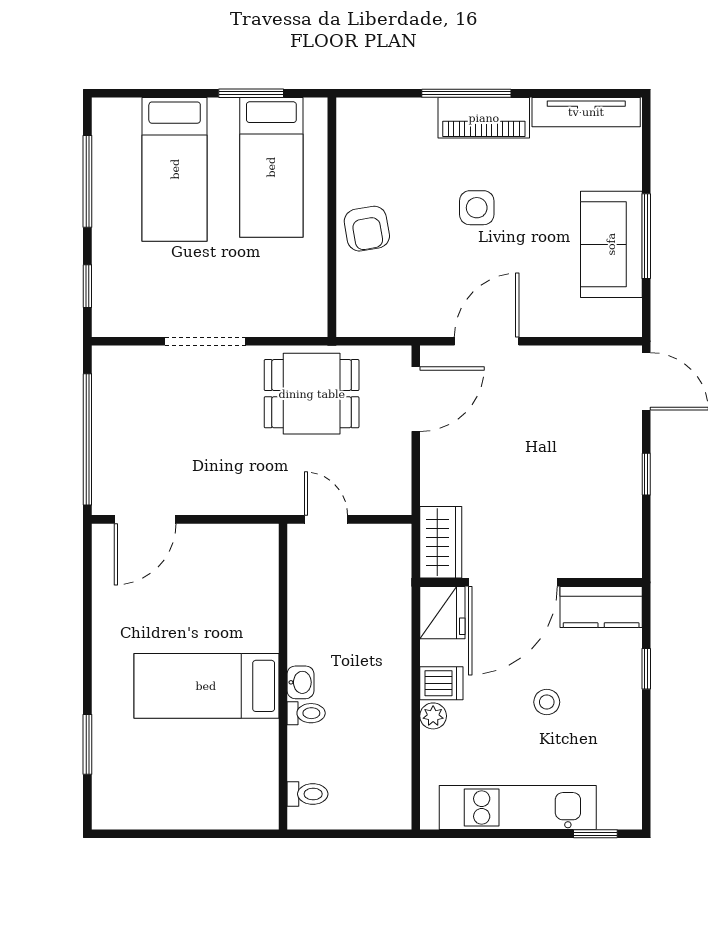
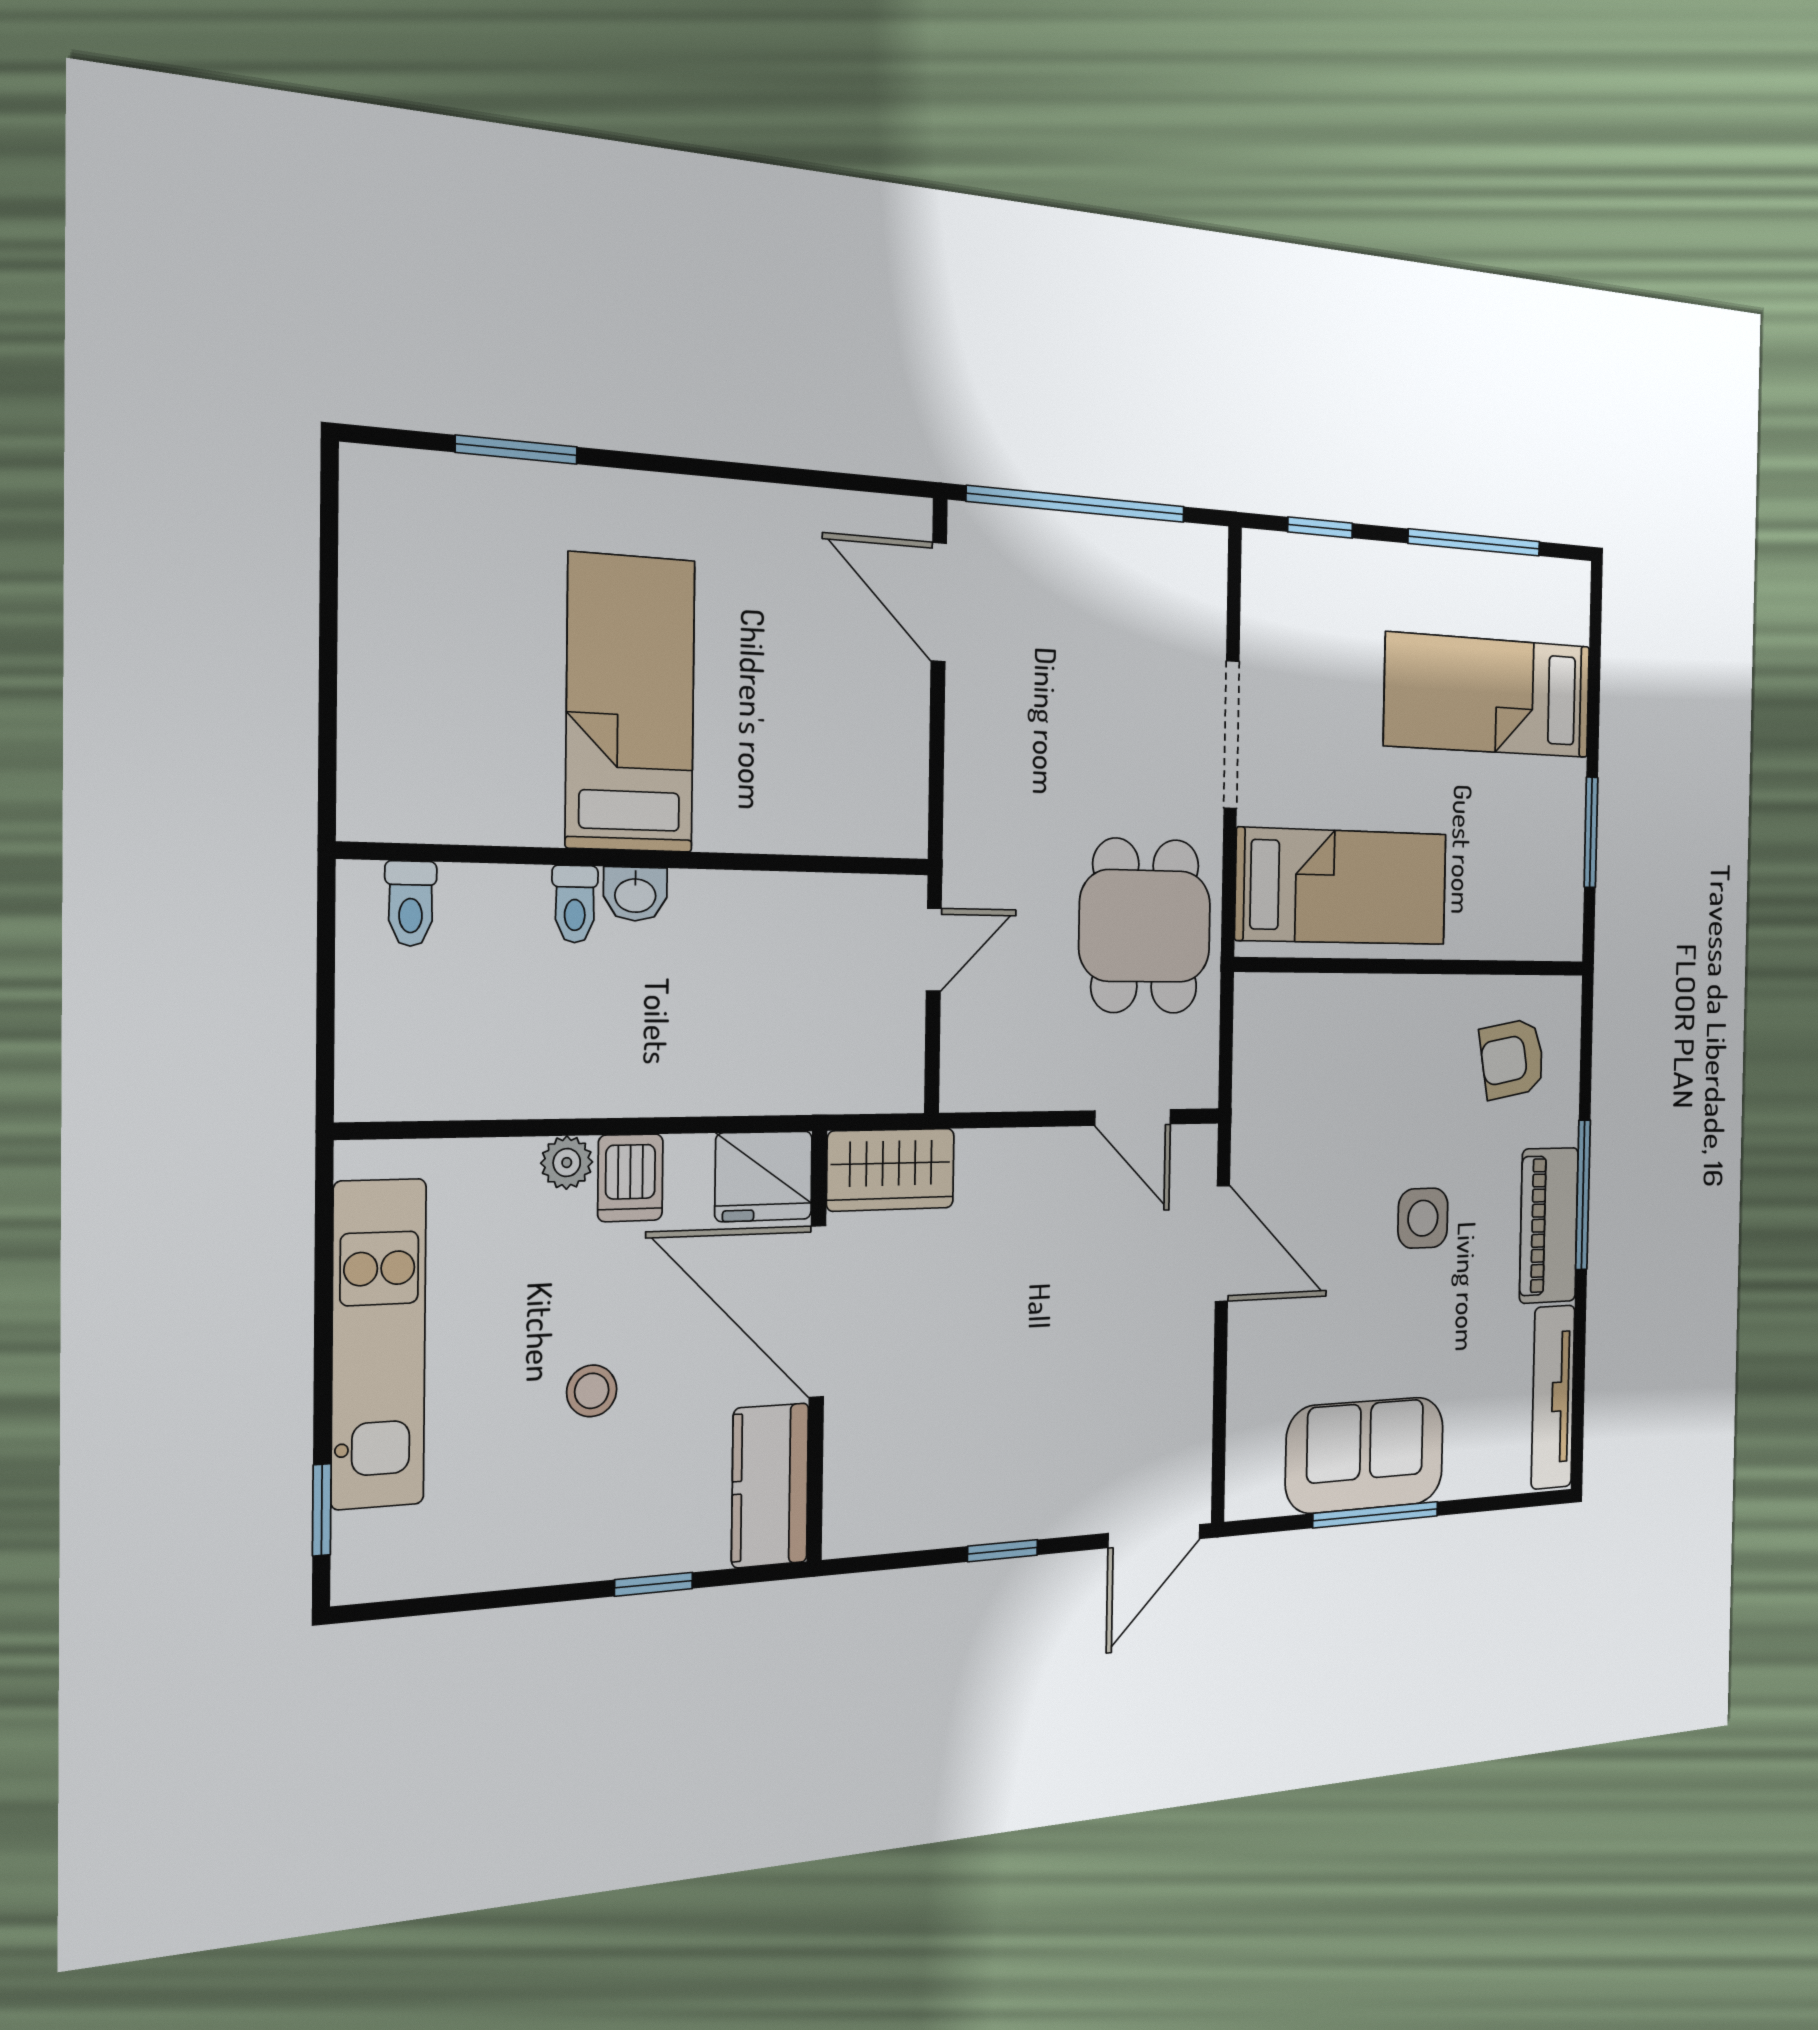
bed: (271, 167) -> (1342, 887), moved, turned 180
armchair: (367, 229) -> (1512, 1059), moved
door: (416, 399) -> (1133, 1117), width x0.73

